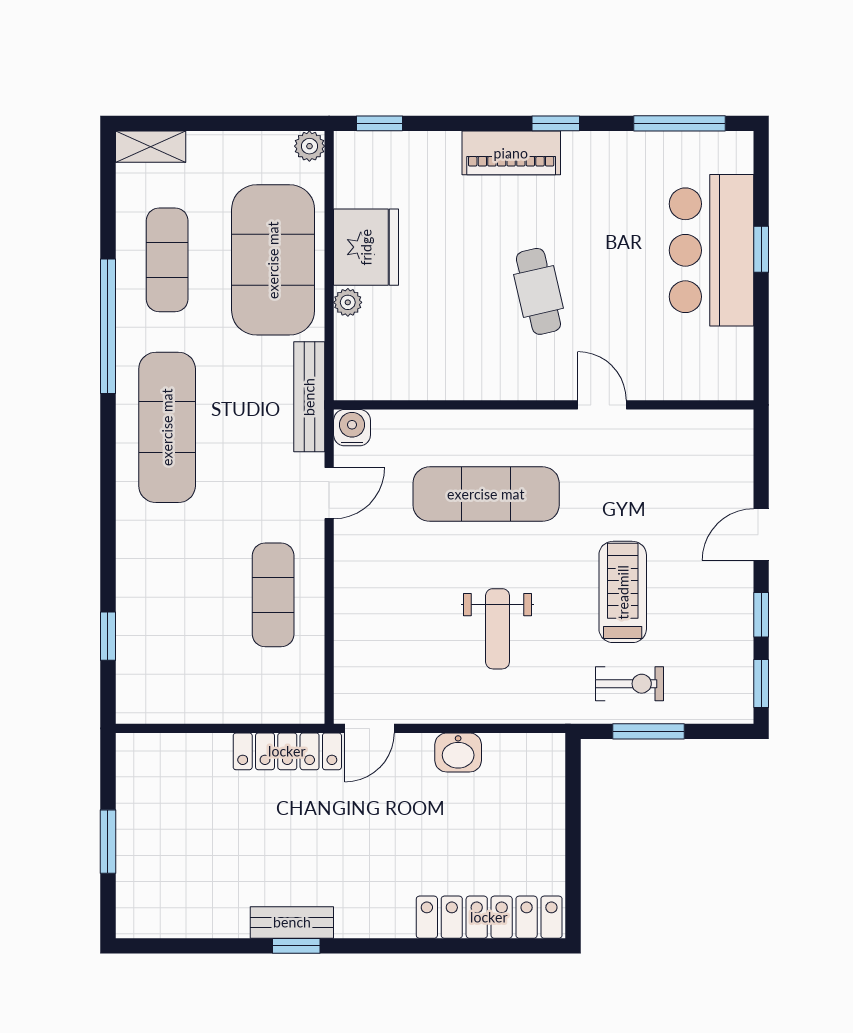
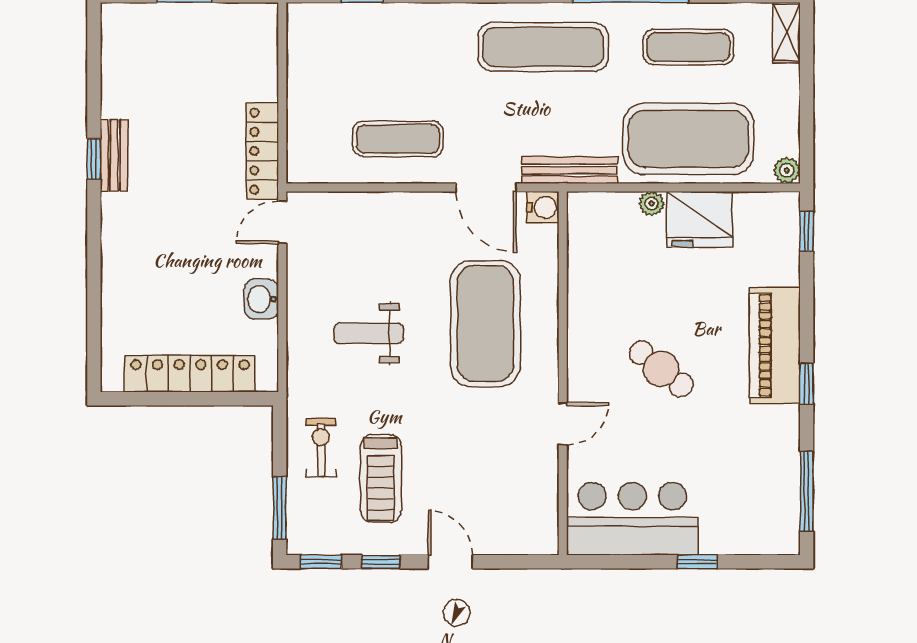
piano: (511, 153) -> (775, 345), width x1.37, depth x1.33
bar counter: (711, 250) -> (632, 519), moved
cafe table: (538, 291) -> (661, 369), turned 52
door: (329, 493) -> (486, 187), width x1.38
exercise mat: (486, 494) -> (485, 323), width x1.47
treadmill: (623, 592) -> (381, 478), moved, turned 90
exercise bike: (629, 684) -> (321, 448), turned 180
door: (370, 728) -> (282, 222), hinge flipped
window: (648, 731) -> (280, 508), moved
locker: (489, 917) -> (190, 374), moved, turned -90

